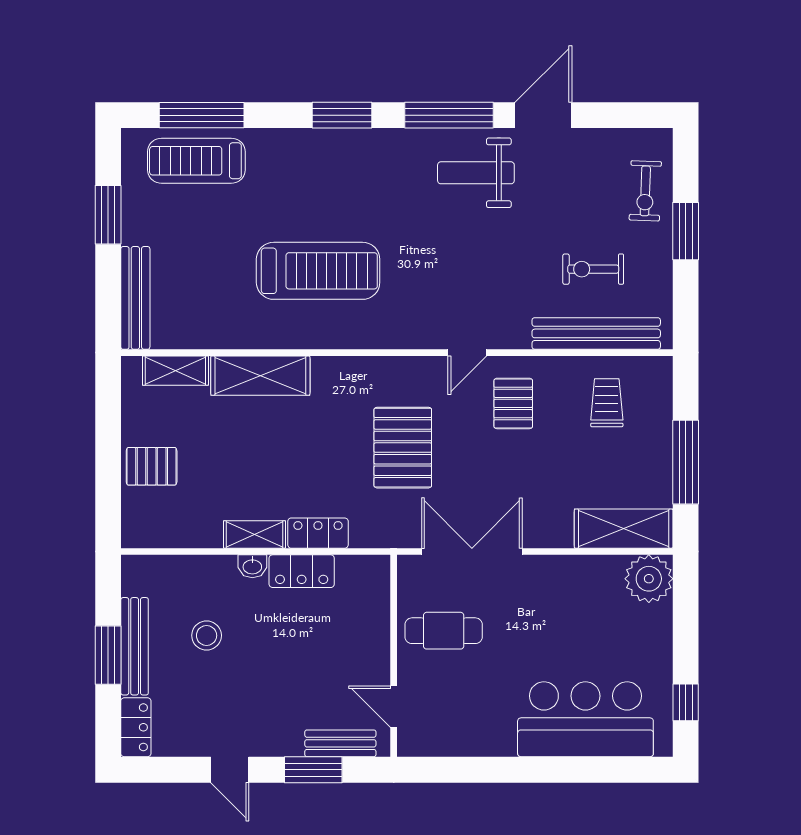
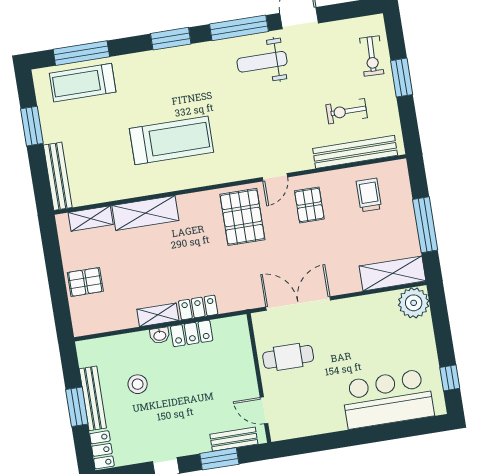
pallet: (403, 448) -> (242, 217), moved

